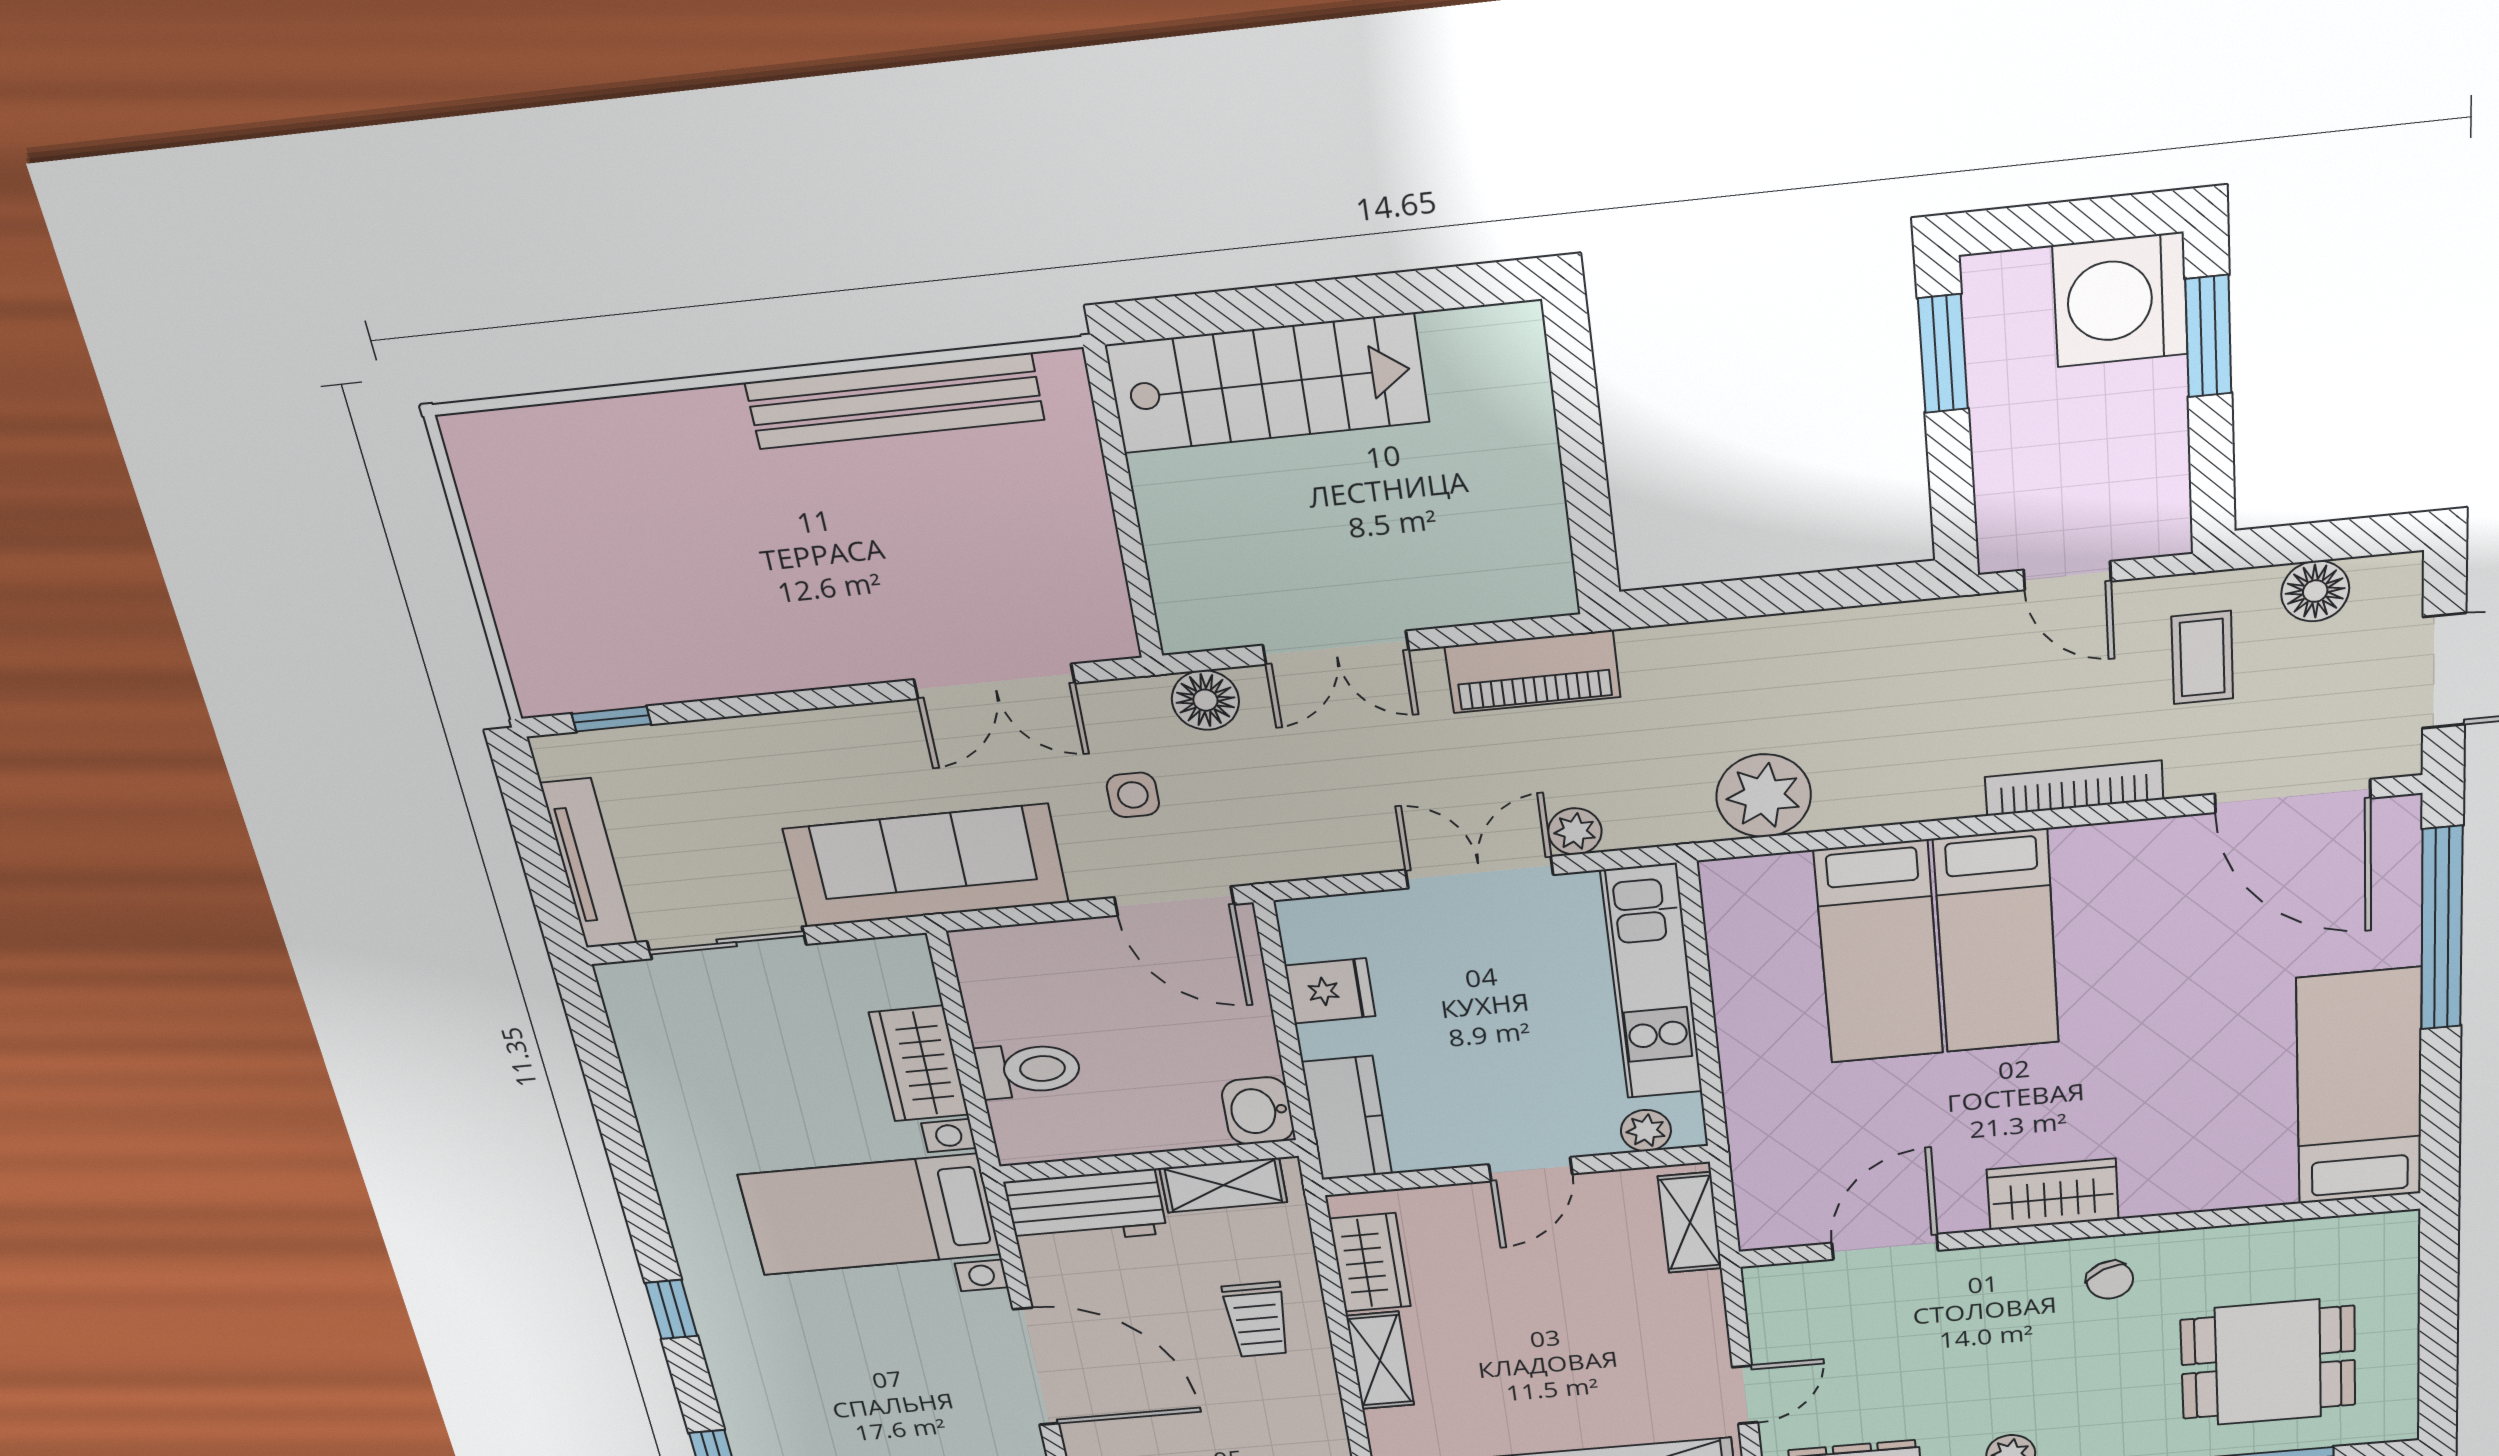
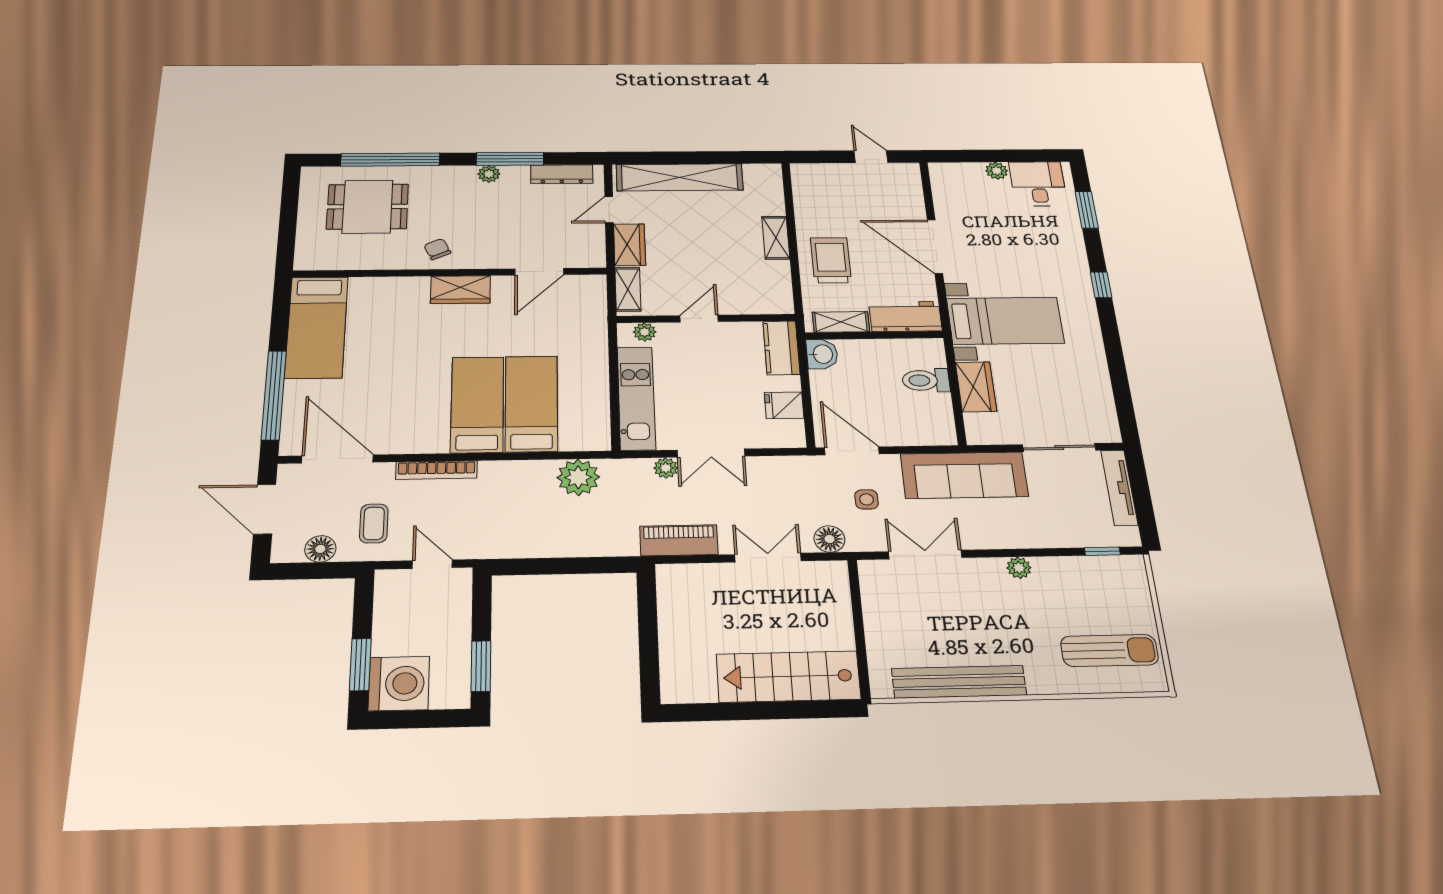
sun lounger: (574, 497) -> (1109, 651), added
plant: (788, 668) -> (1019, 568), added
wardrobe: (1370, 1263) -> (630, 245), moved, turned 180
trolley: (1257, 1320) -> (831, 260), width x1.36, depth x1.39

